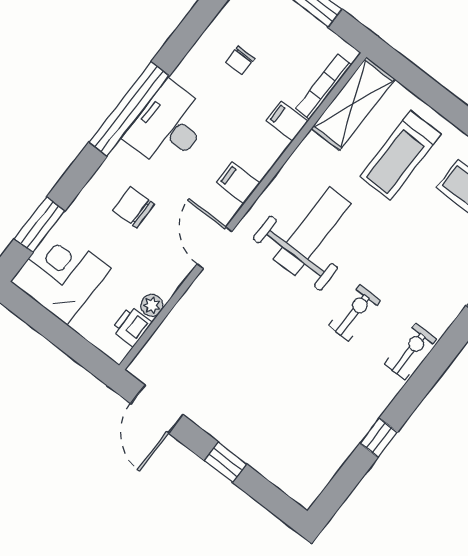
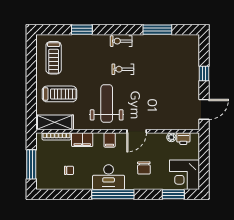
filing cabinet: (287, 121) -> (82, 140), width x2.00
weight bench: (312, 231) -> (107, 104), turned 90
window: (379, 438) -> (157, 30), width x2.17

